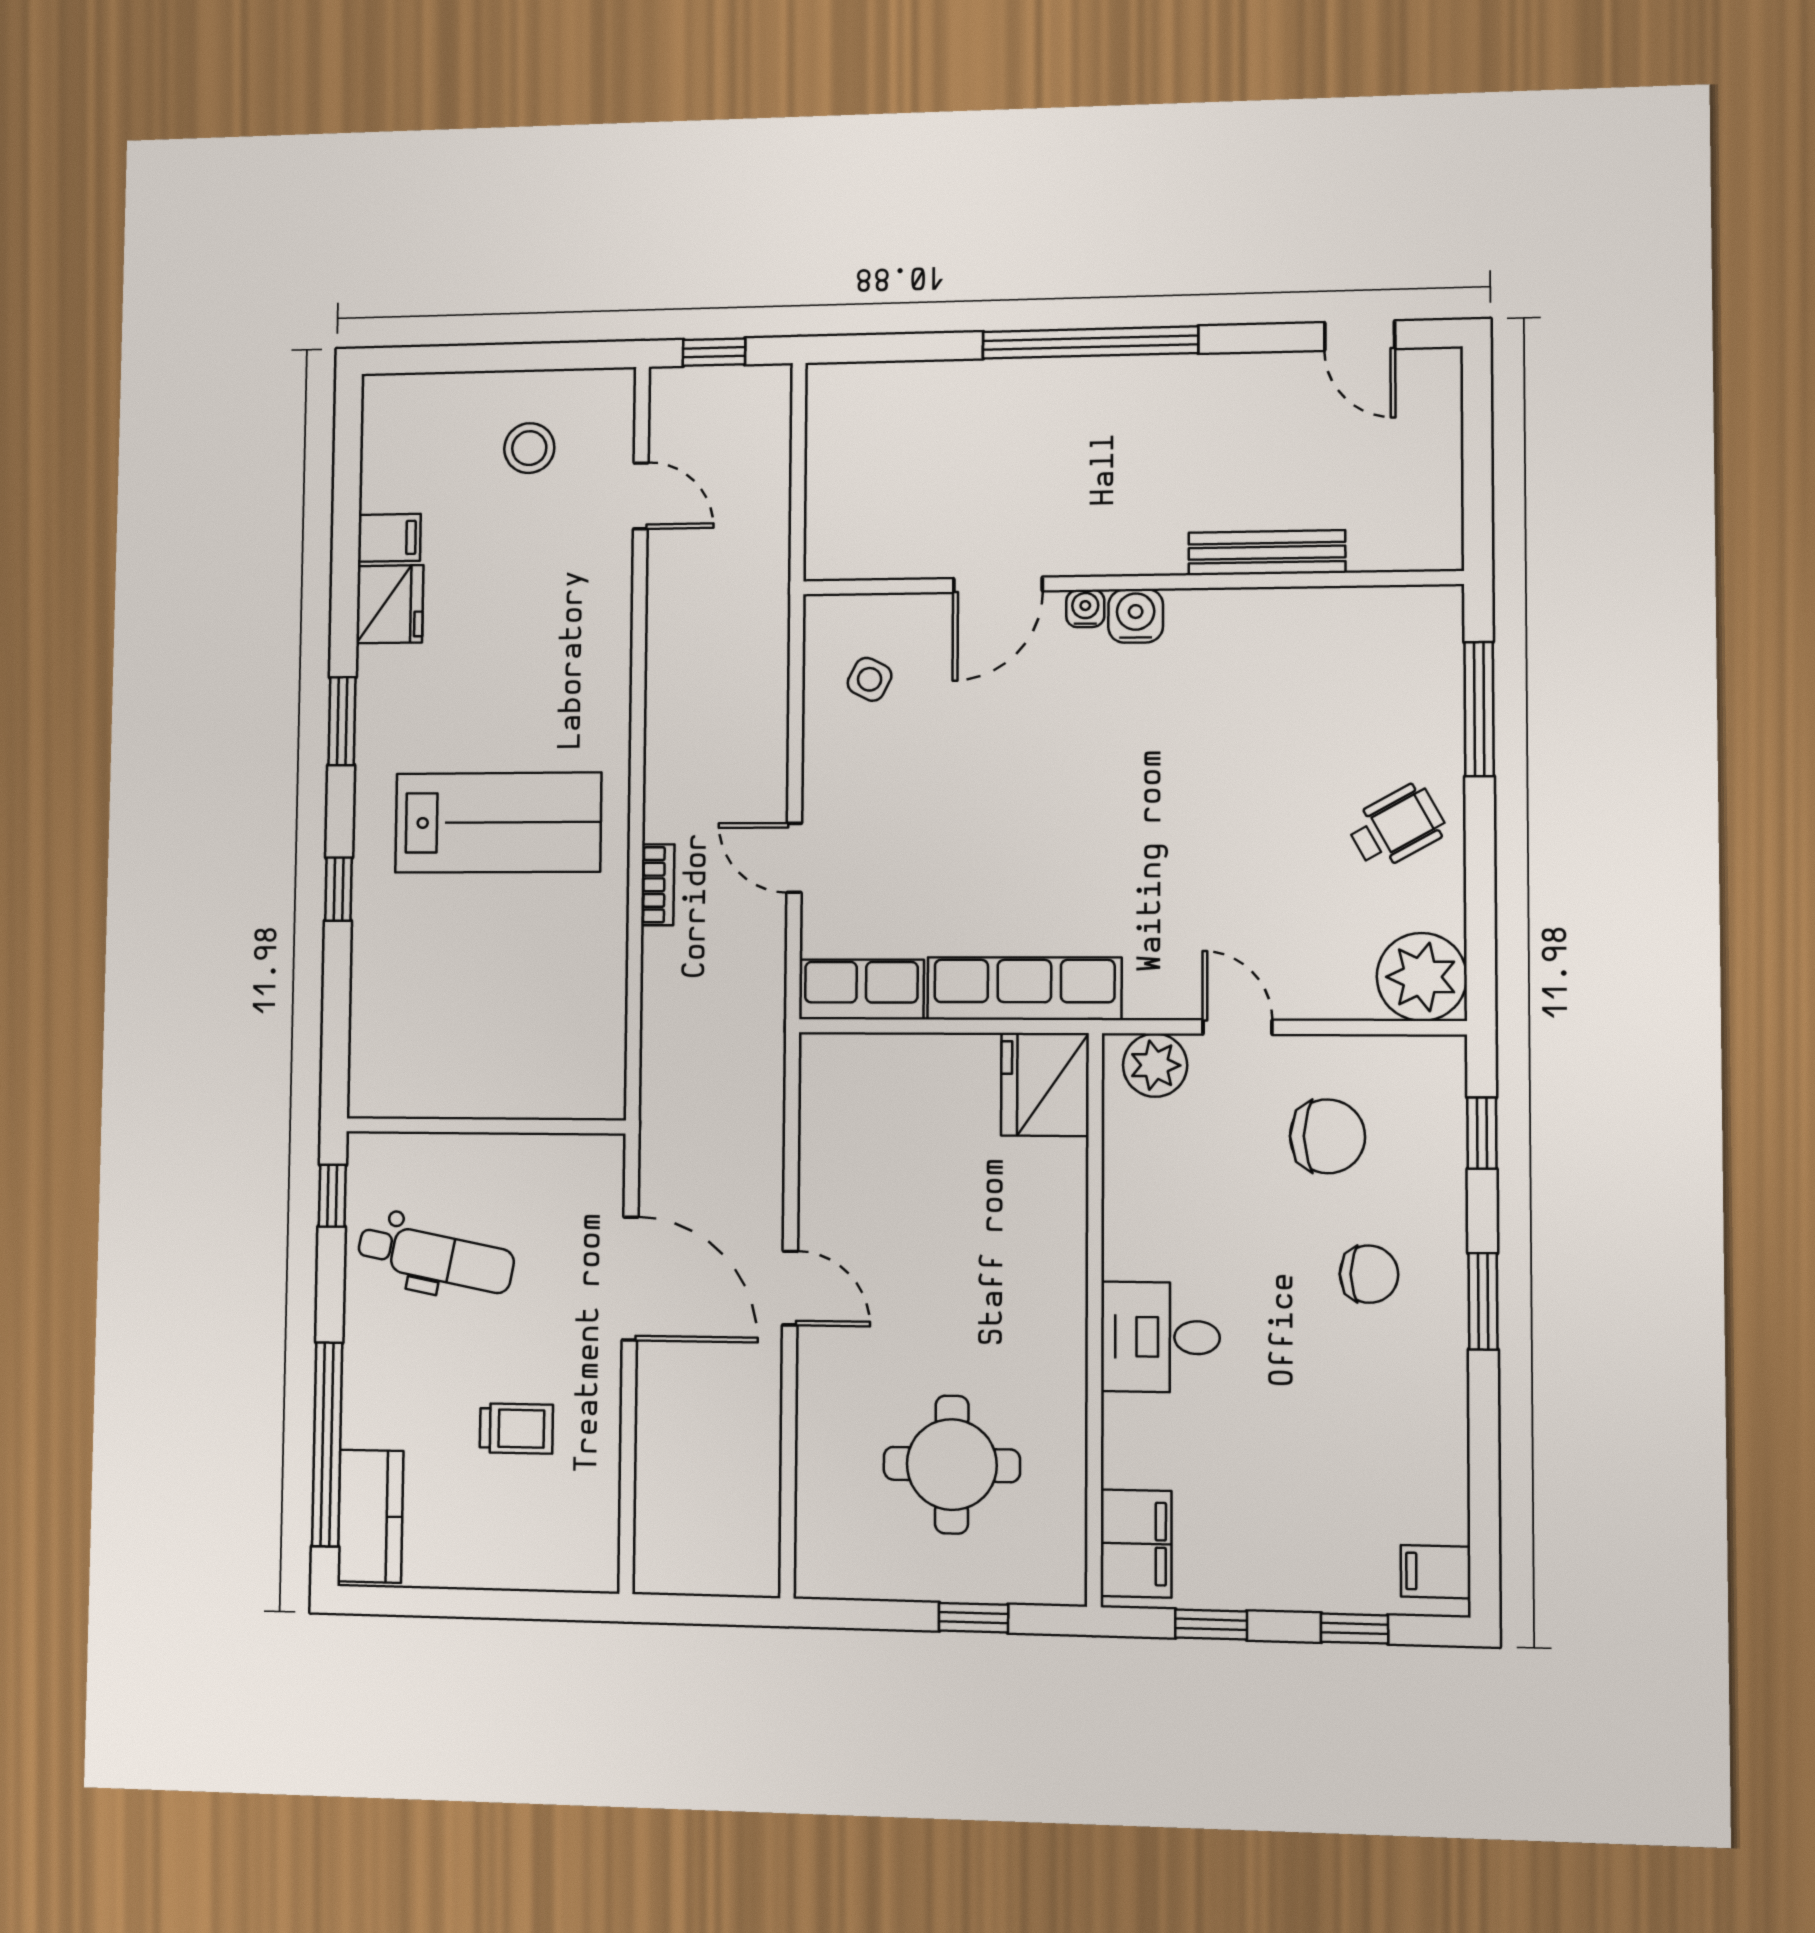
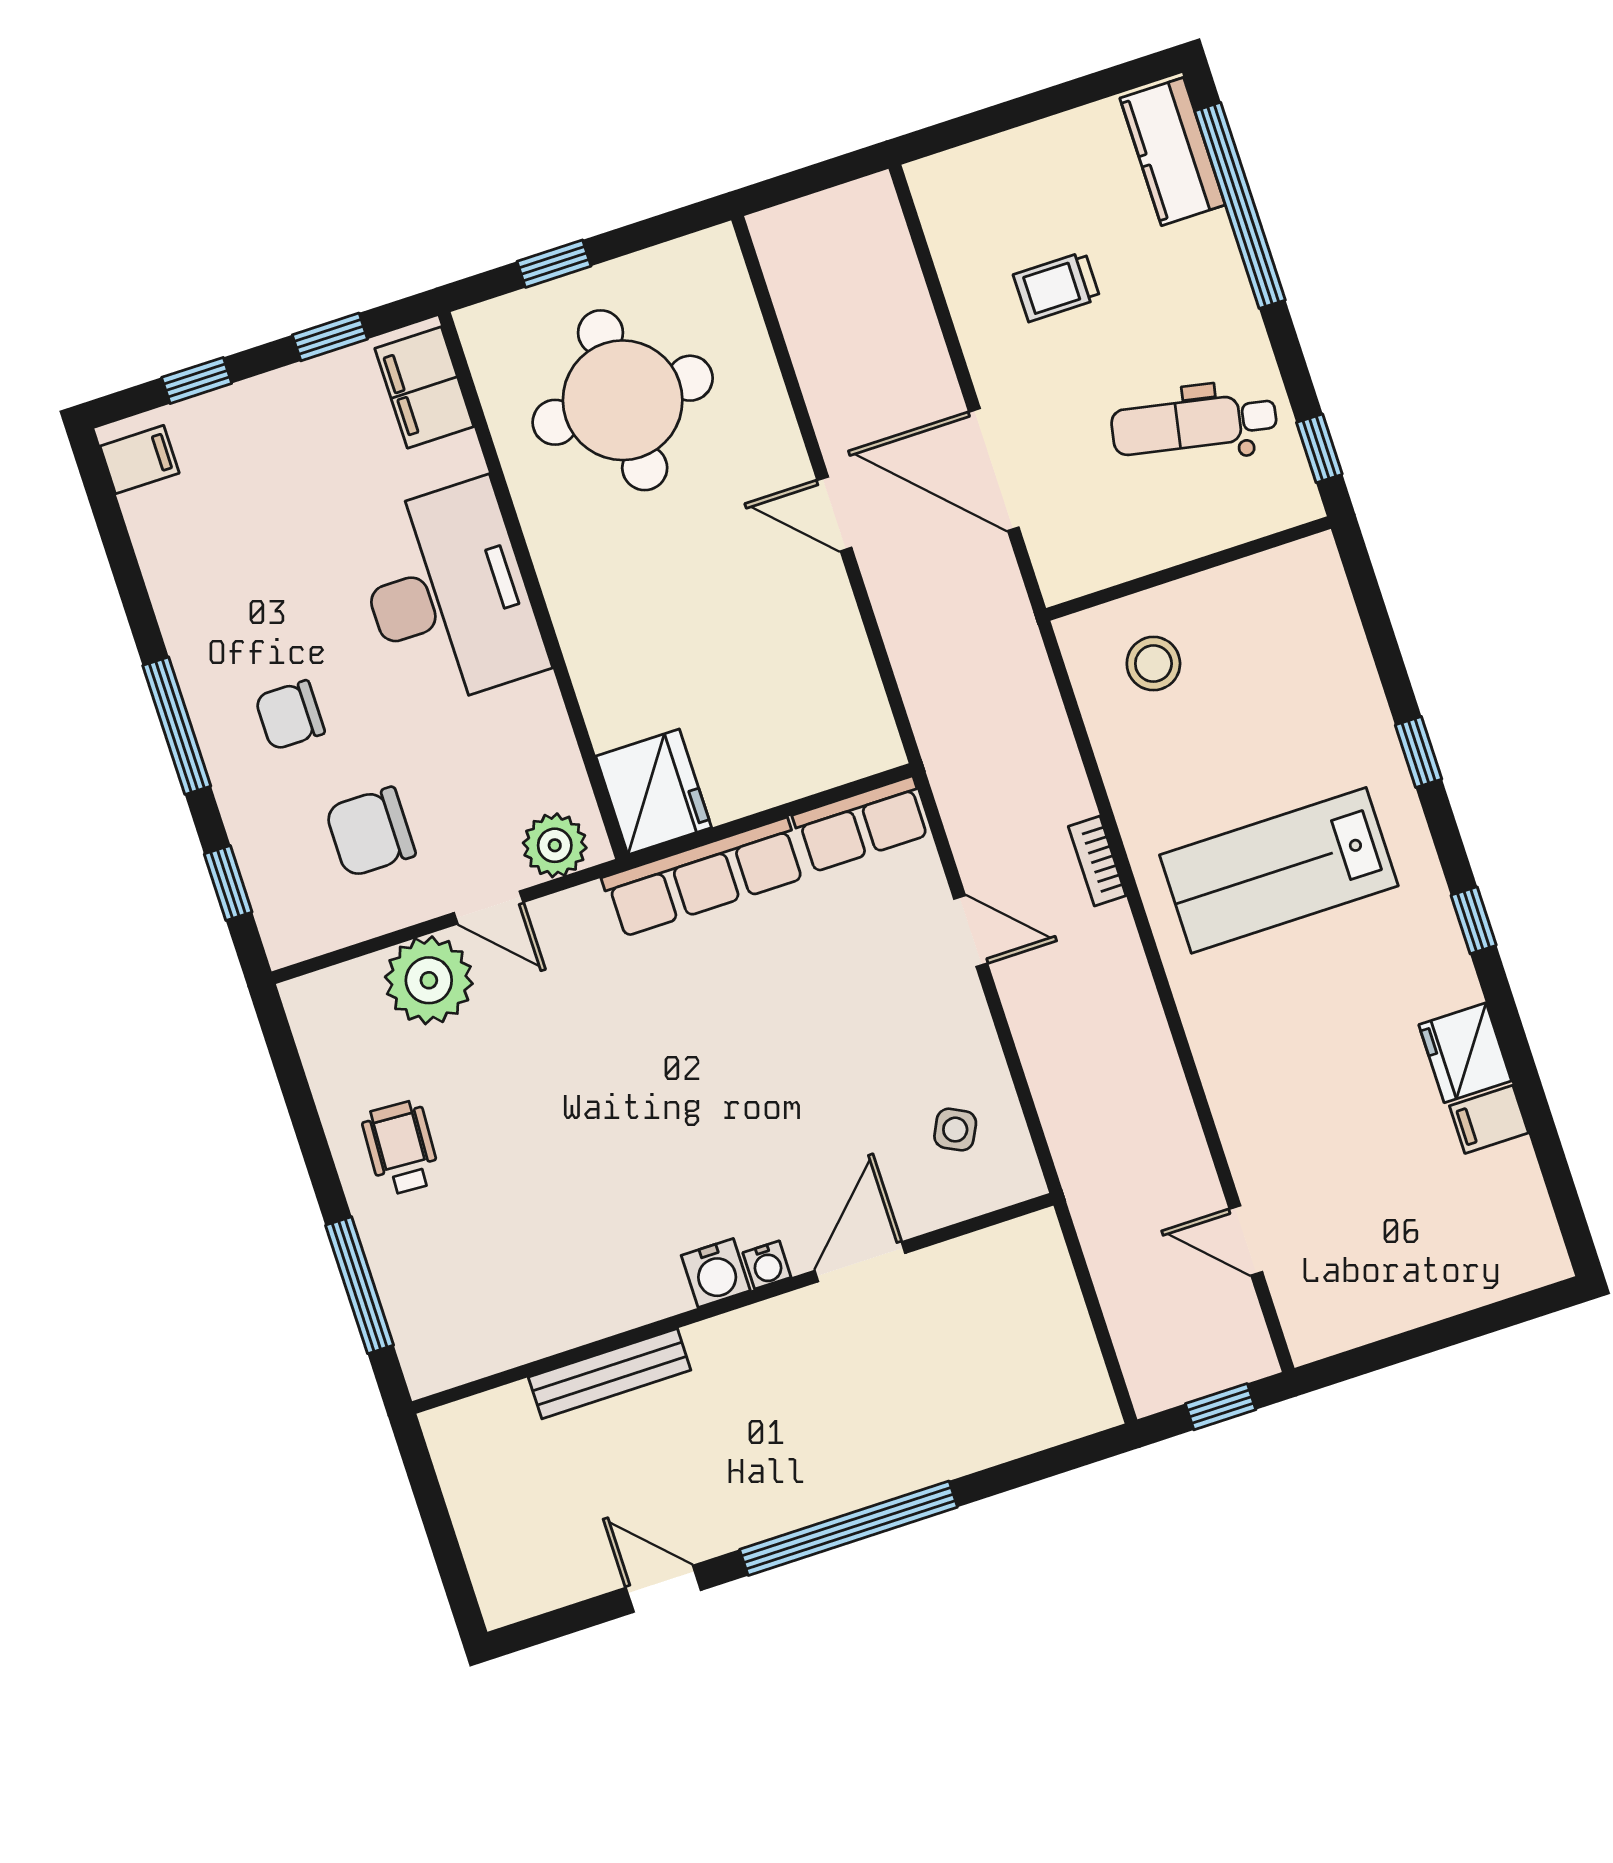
door: (1360, 336) -> (663, 1589), moved
stool: (529, 448) -> (1153, 664), moved
window: (342, 721) -> (1474, 920), width x0.67
wheelchair: (1397, 827) -> (401, 1148), turned 122
plant: (1422, 977) -> (429, 980), moved
window: (1483, 1301) -> (177, 726), width x1.44
desk: (1160, 1337) -> (448, 595), width x1.87, depth x1.30
round table: (952, 1465) -> (623, 400), width x1.36, depth x1.36

